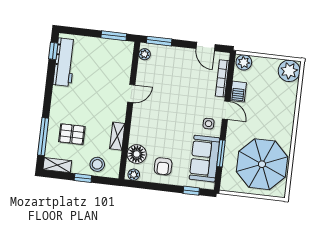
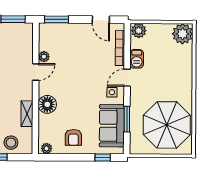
plant: (145, 54) -> (44, 57), moved
door: (226, 110) -> (127, 78), swing flipped
floor lamp: (137, 154) -> (47, 104), moved

